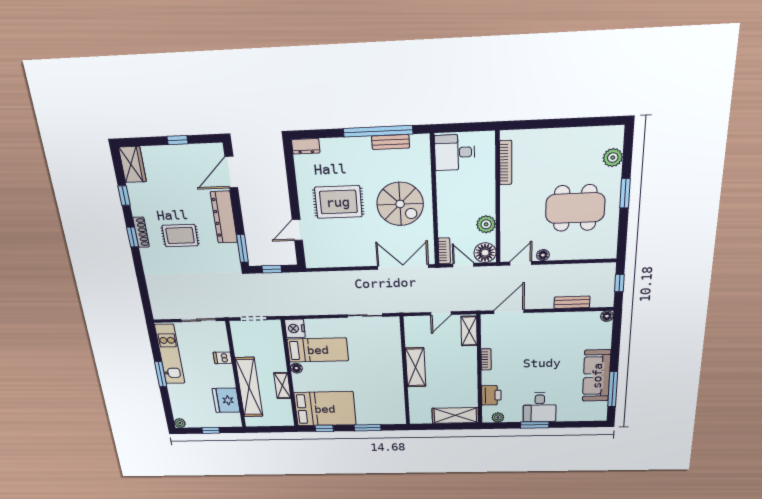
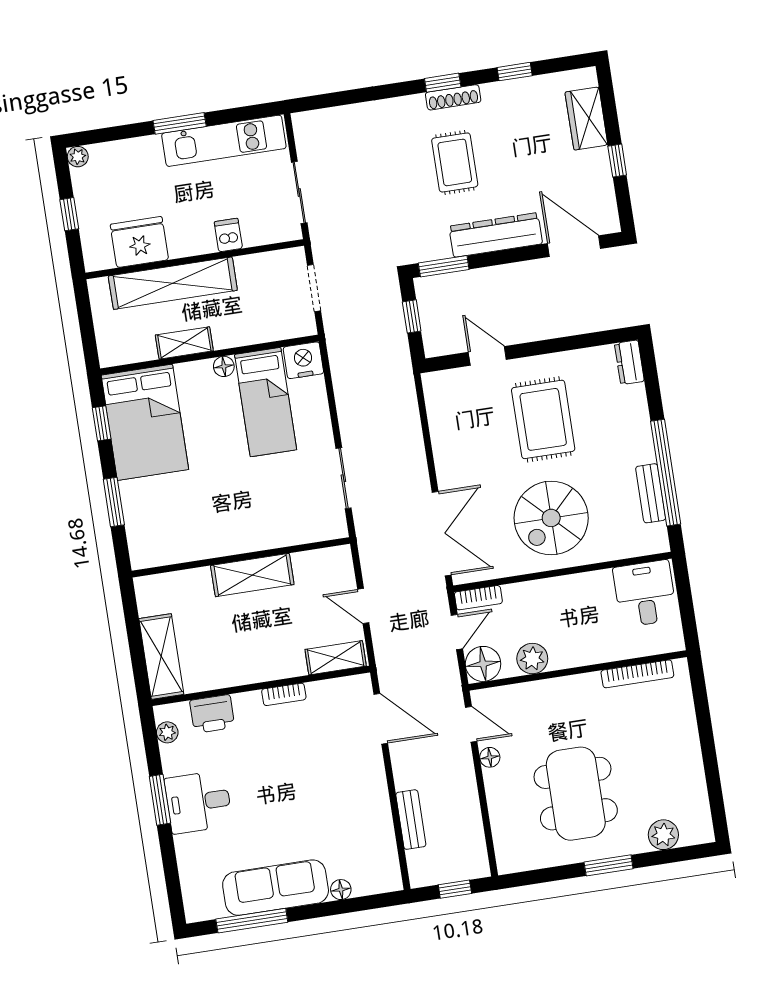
wardrobe: (132, 164) -> (586, 118), moved, turned 90
floor lamp: (607, 316) -> (341, 890), moved

